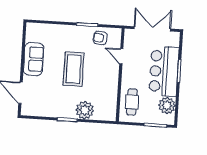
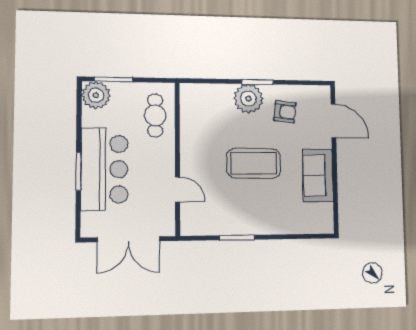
armchair: (100, 38) -> (285, 112), moved
coffee table: (74, 69) -> (254, 163), turned 90
plant: (167, 106) -> (96, 95), moved
plant: (85, 110) -> (248, 99), moved

